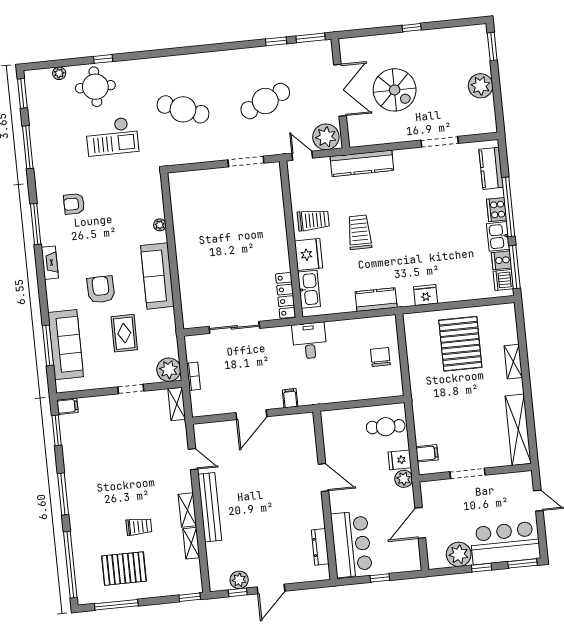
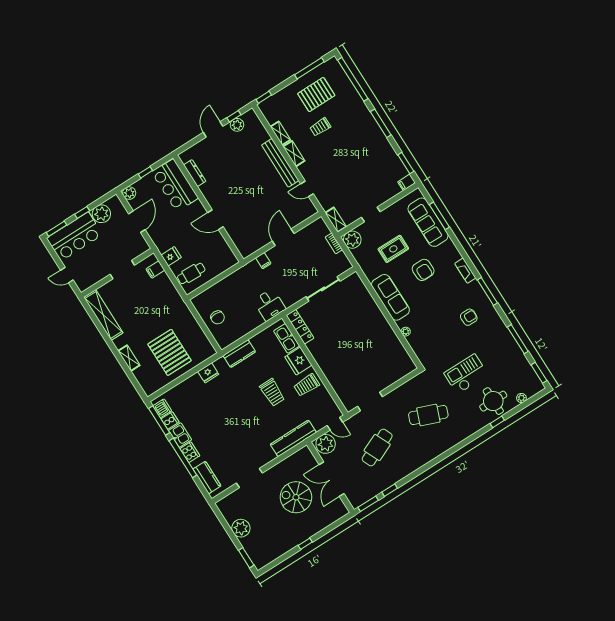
rug: (124, 333) -> (393, 249), turned 90
plant: (404, 479) -> (129, 193), moved

